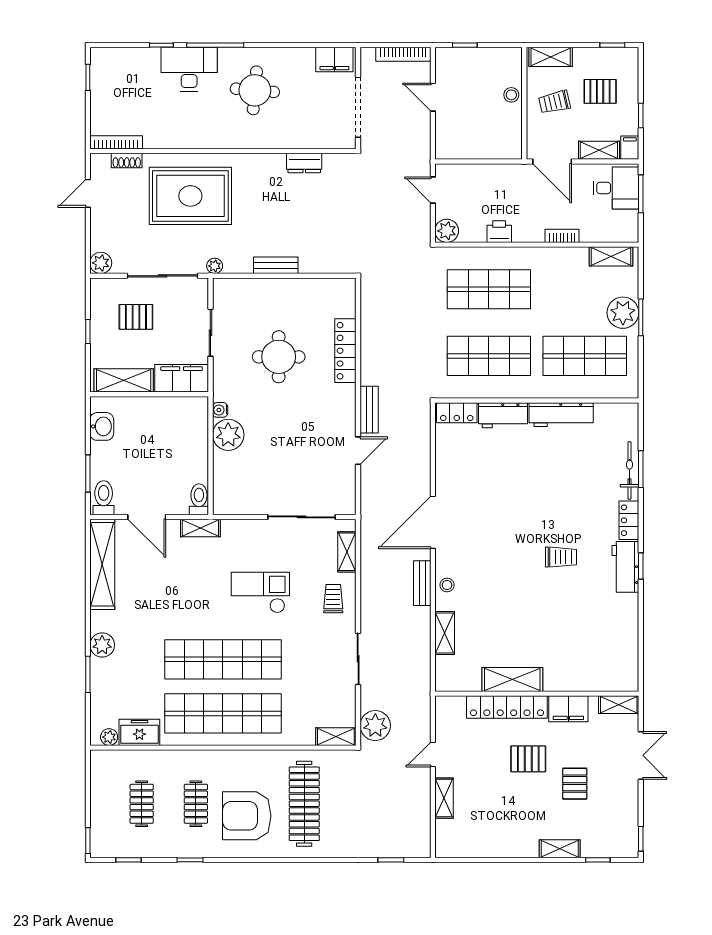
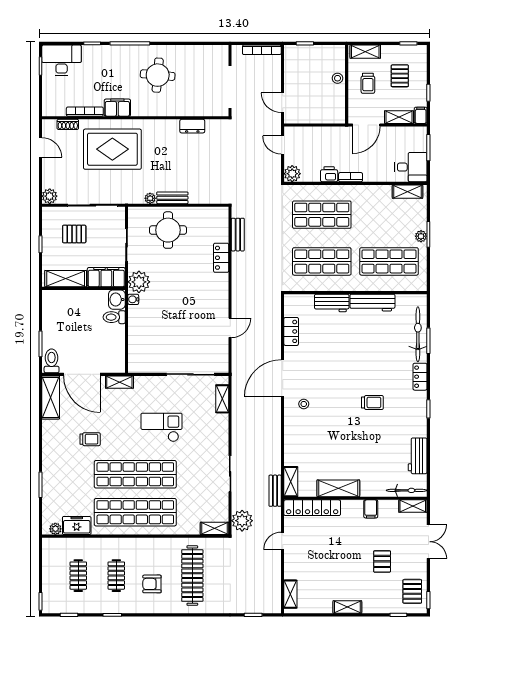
filing cabinet: (334, 60) -> (117, 108), moved, turned 180
desk: (189, 69) -> (62, 60), moved
pallet: (600, 91) -> (400, 76), turned 90
door: (433, 97) -> (283, 103), moved
trolley: (555, 102) -> (368, 83), turned -77
bookcase: (116, 142) -> (85, 112), moved
door: (552, 162) -> (366, 125), hinge flipped
desk: (616, 188) -> (411, 167), moved
door: (88, 193) -> (40, 147), swing flipped
bookcase: (562, 236) -> (351, 177), moved
plant: (215, 266) -> (150, 198), moved
plant: (623, 313) -> (421, 236), width x0.53, depth x0.53
locker: (345, 351) -> (221, 258), width x0.66
round table: (279, 357) -> (168, 230), moved
bench: (369, 410) -> (238, 235), moved
locker: (457, 413) -> (291, 331), moved, turned -90
washbasin: (102, 426) -> (117, 300), moved, turned 180
plant: (228, 435) -> (139, 282), moved
bicycle: (629, 470) -> (418, 334), width x1.37, depth x1.40
toilet: (199, 499) -> (114, 317), moved, turned -90
door: (147, 517) -> (82, 374), width x1.36
shelving: (102, 564) -> (51, 397), width x0.68
workbench: (625, 567) -> (418, 456), moved
bench: (422, 583) -> (275, 491), moved
stool: (447, 585) -> (304, 404), moved
trolley: (333, 599) -> (90, 439), moved, turned 90
shelving: (445, 633) -> (291, 482), moved
plant: (102, 645) -> (51, 464), removed
bicycle: (610, 682) -> (407, 490), added
locker: (507, 707) -> (312, 508), moved
filing cabinet: (568, 709) -> (371, 509), width x0.50
pallet: (528, 759) -> (412, 591), moved, turned 90
shelving: (444, 798) -> (290, 594), moved
armchair: (247, 816) -> (152, 584), width x0.53, depth x0.53
shelving: (560, 849) -> (347, 607), moved

